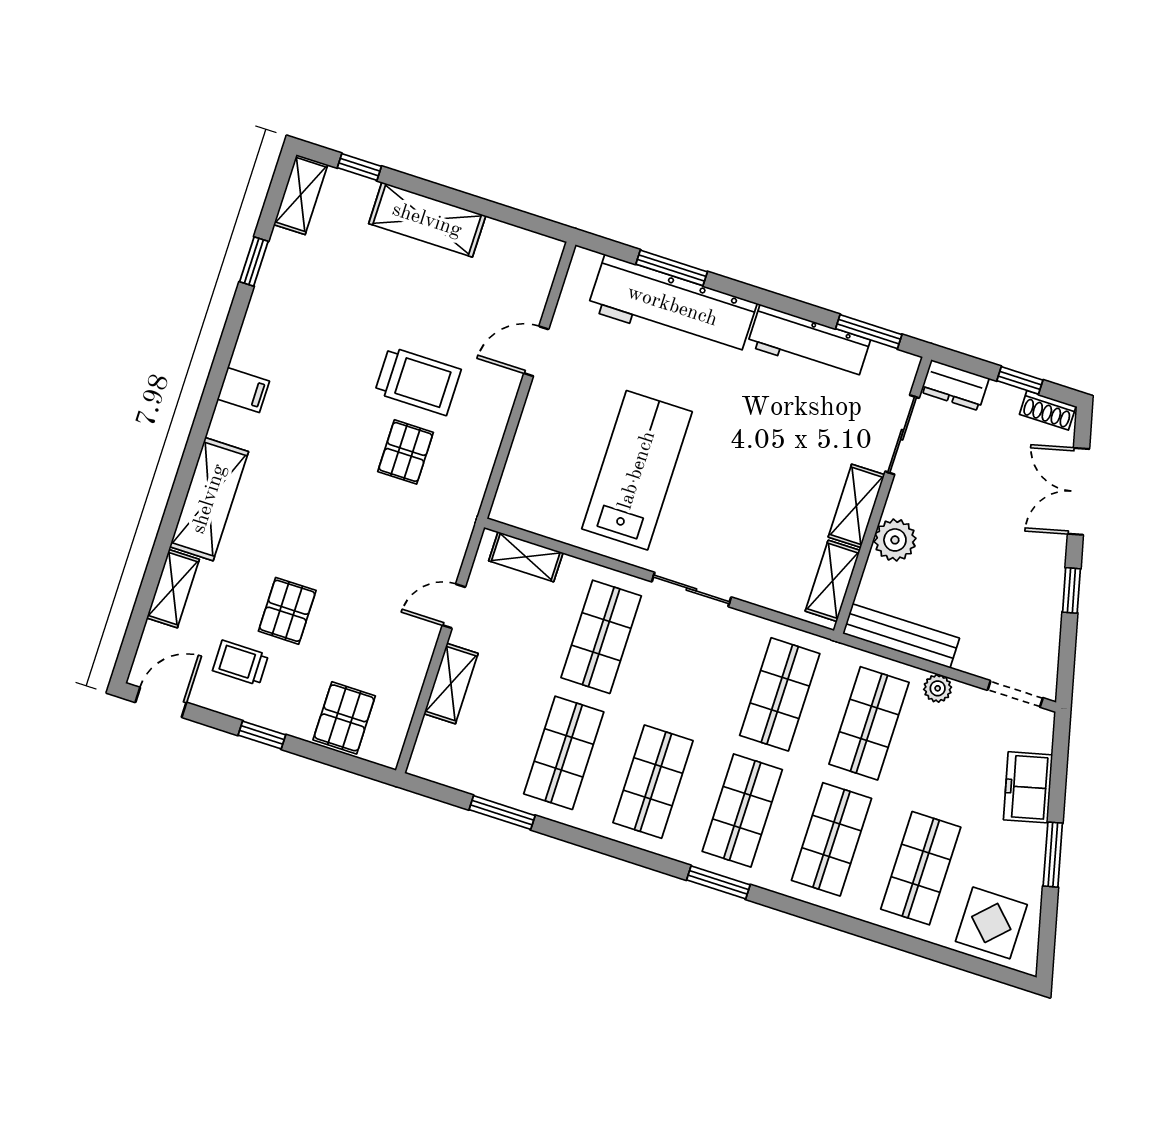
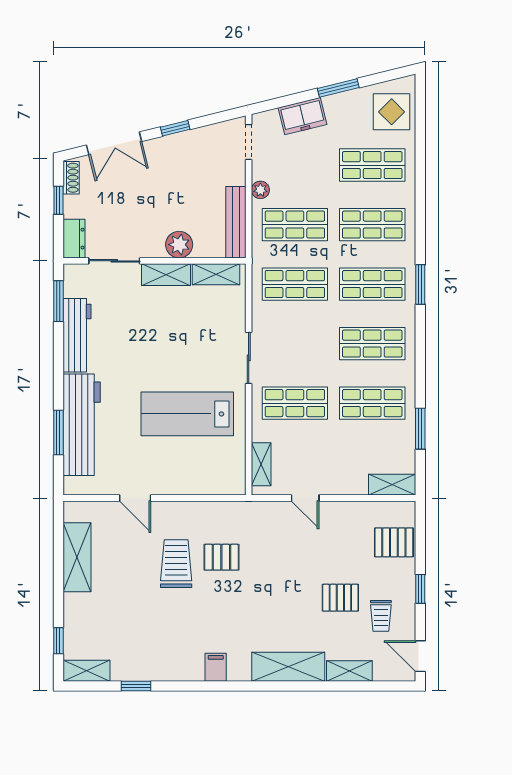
shelving: (427, 220) -> (77, 557), moved
shelving: (451, 684) -> (392, 485), moved

